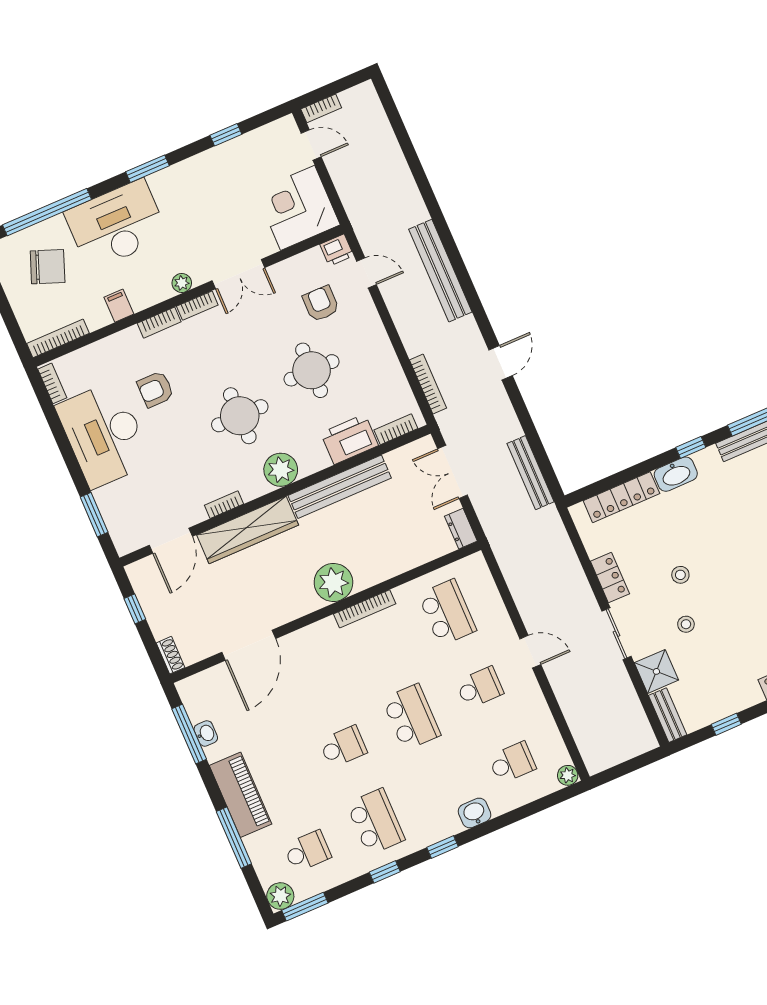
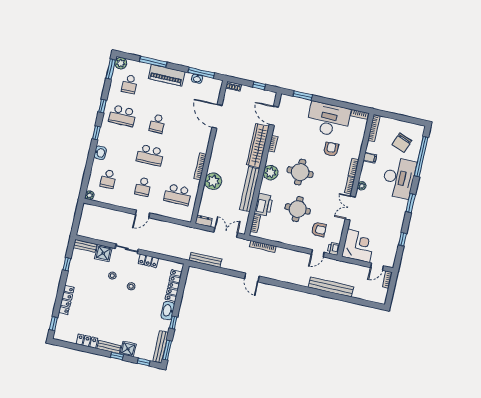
bench: (440, 271) -> (331, 287), moved
plant: (333, 582) -> (213, 181), moved

